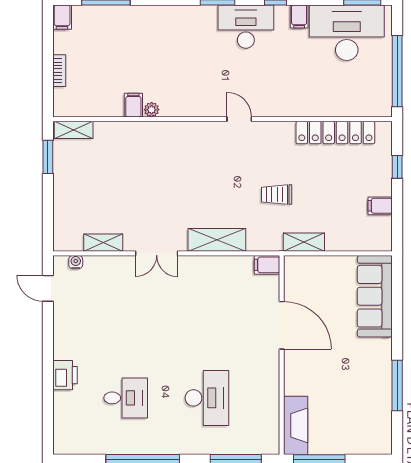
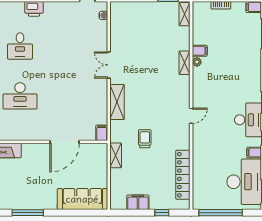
filing cabinet: (380, 206) -> (138, 202), width x2.00
shelving: (103, 243) -> (185, 63), moved

